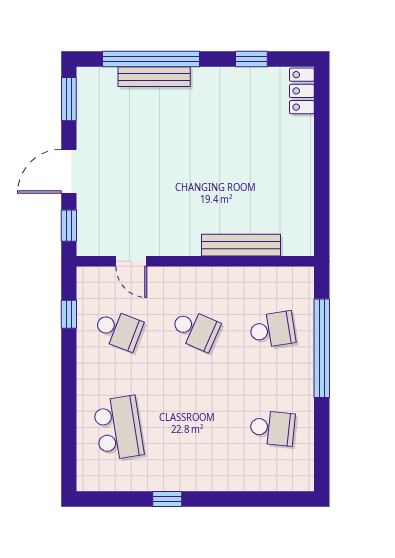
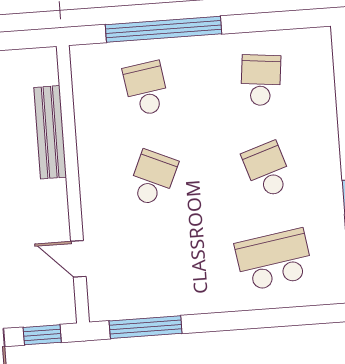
door: (131, 261) -> (78, 259), swing flipped
window: (69, 314) -> (146, 327), width x2.17
school desk: (118, 330) -> (267, 170), moved, turned -39

